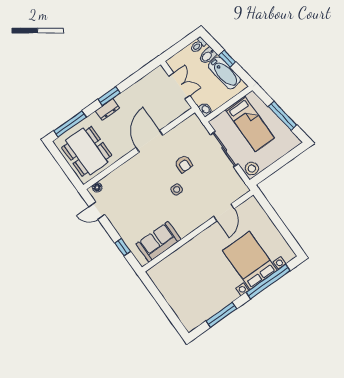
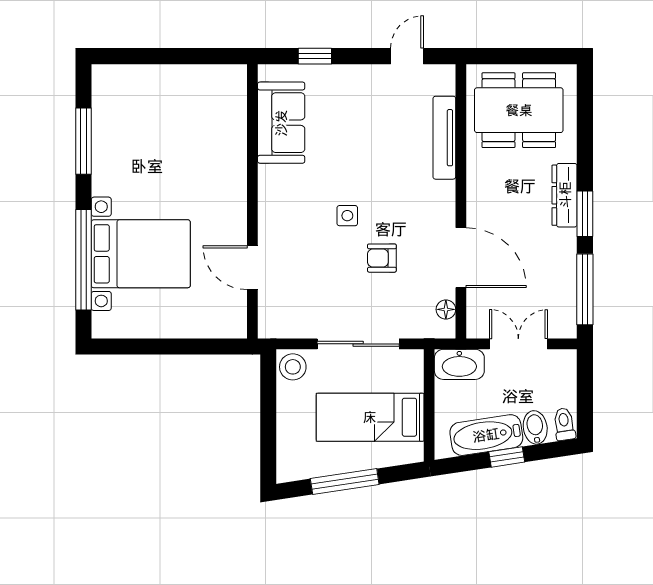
double door: (179, 86) -> (518, 344), swing flipped
dresser: (108, 109) -> (565, 195), width x1.44
washbasin: (205, 109) -> (459, 364), width x1.91, depth x1.45
window: (70, 124) -> (585, 289), moved
door: (149, 141) -> (461, 258), moved
tv unit: (119, 173) -> (444, 138), added
floor lamp: (97, 187) -> (446, 309), moved

